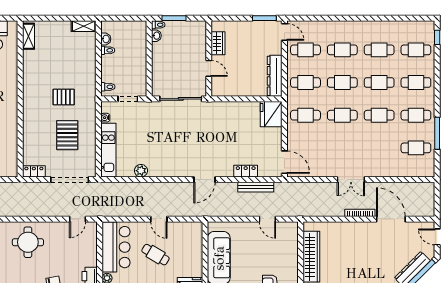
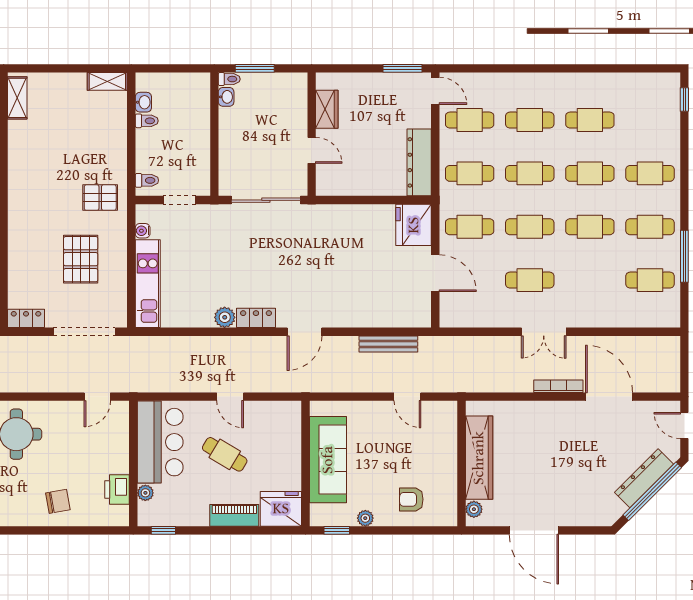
cafe table: (416, 50) -> (530, 280), moved
pallet: (64, 97) -> (100, 198), moved
door: (284, 162) -> (435, 273), moved
plant: (141, 171) -> (225, 317), moved
locker: (246, 171) -> (256, 318), moved

